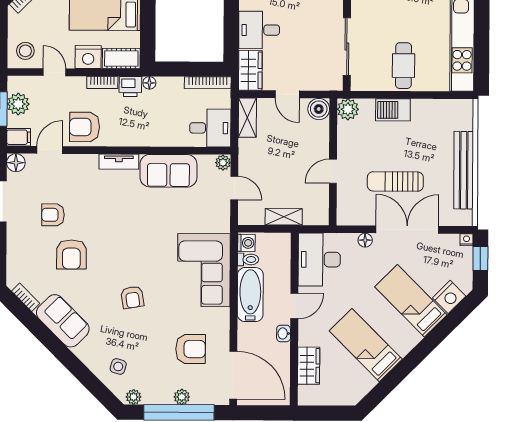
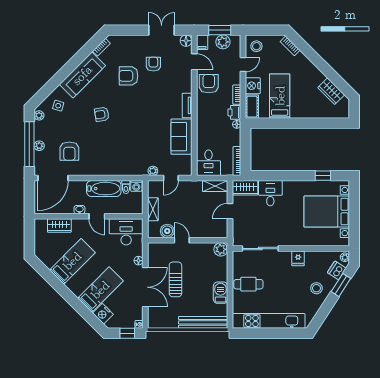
boiler: (319, 109) -> (167, 231), moved
barbecue: (393, 110) -> (221, 293), moved
plant: (223, 163) -> (153, 171), moved
bench: (464, 170) -> (203, 322), moved
corner sofa: (204, 270) -> (119, 159), removed
sofa: (63, 321) -> (82, 75), width x1.36

